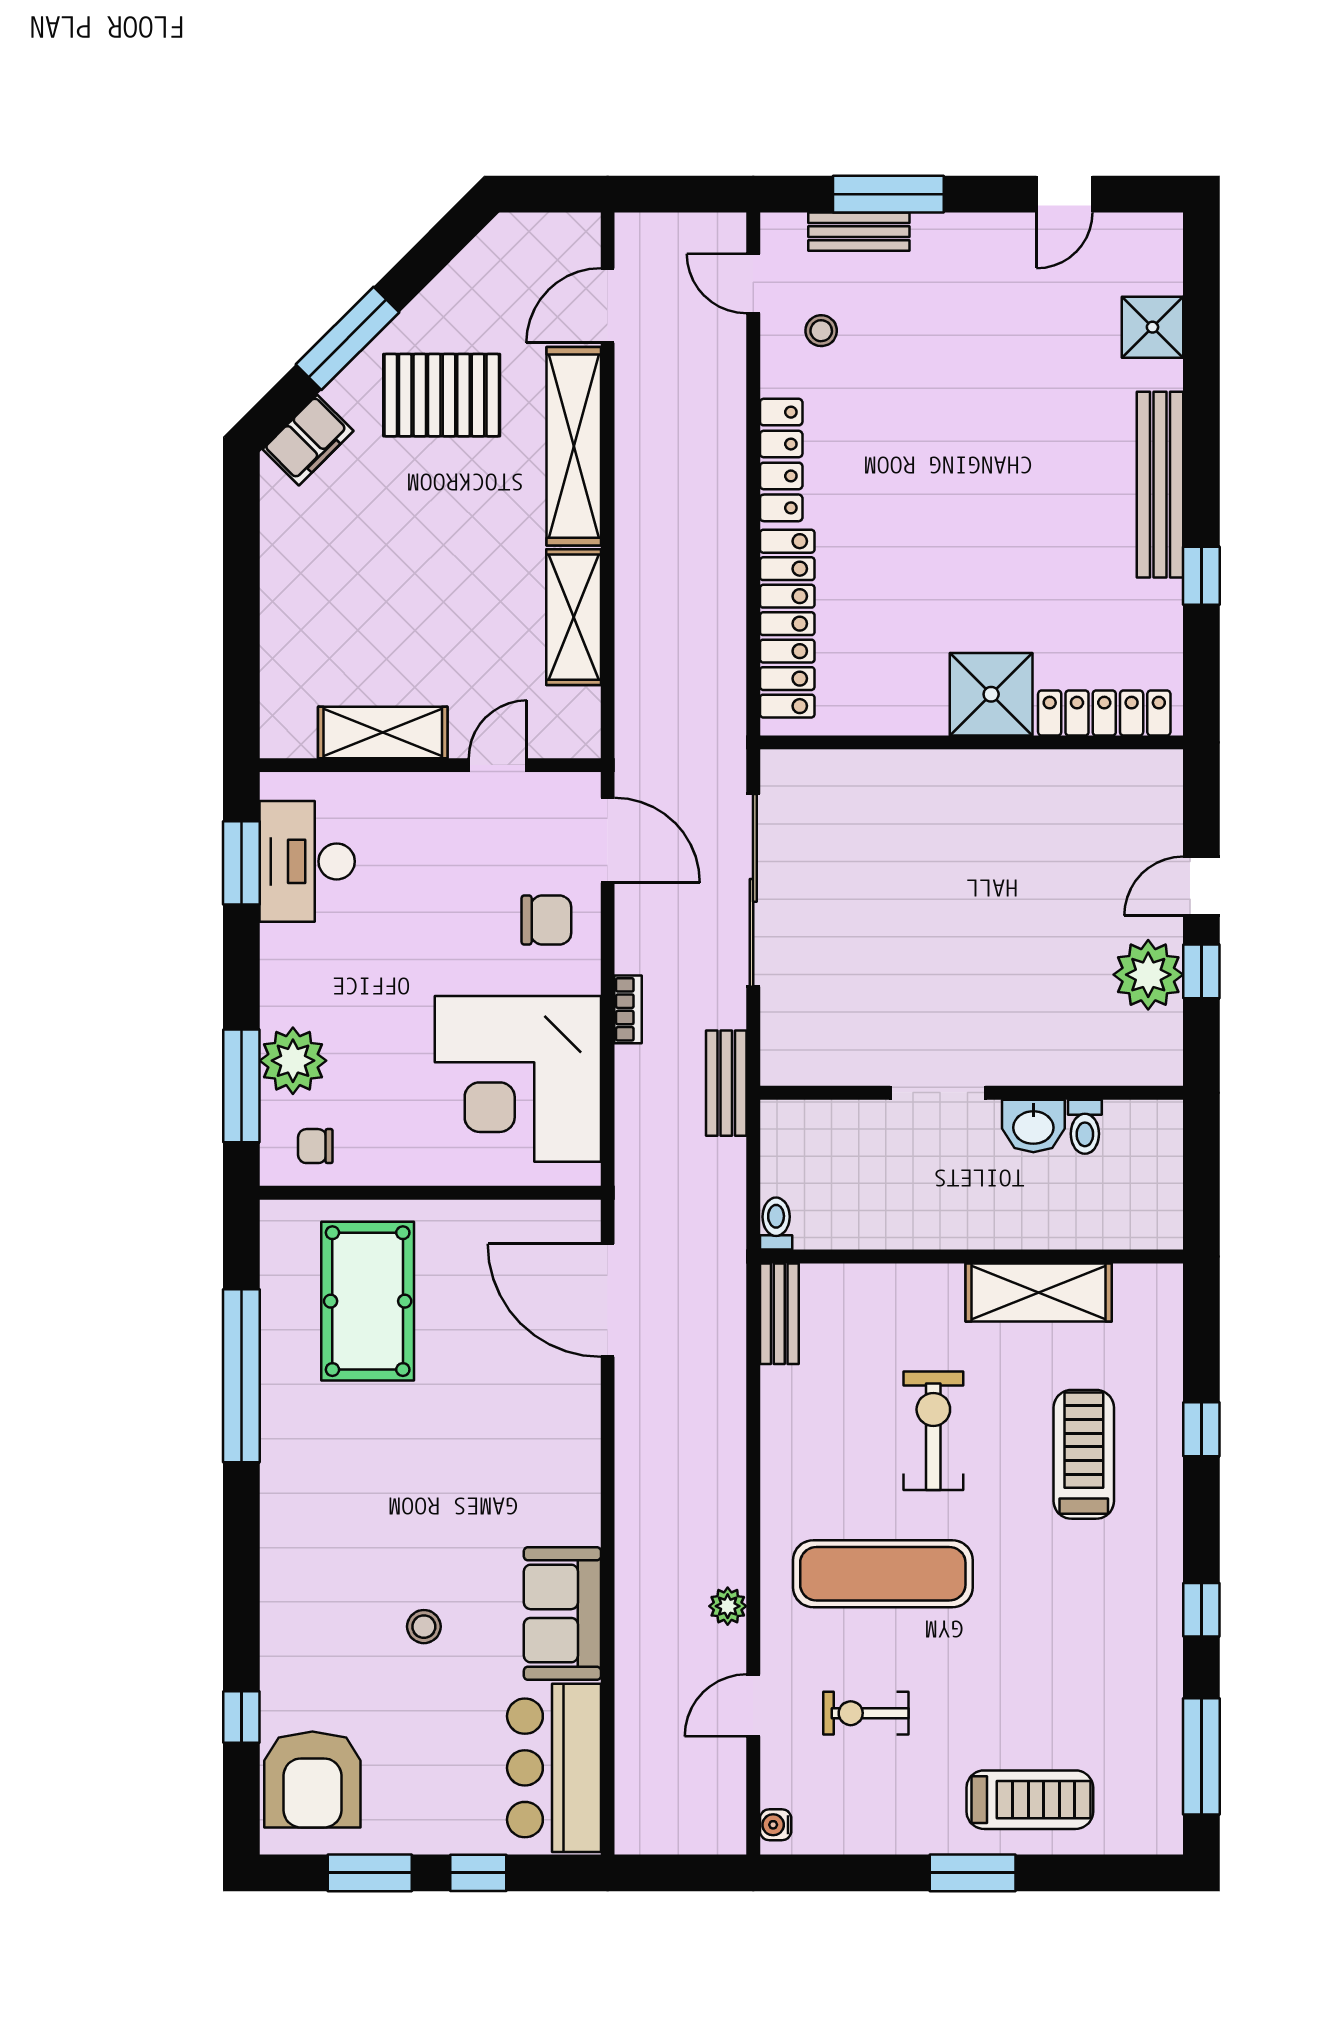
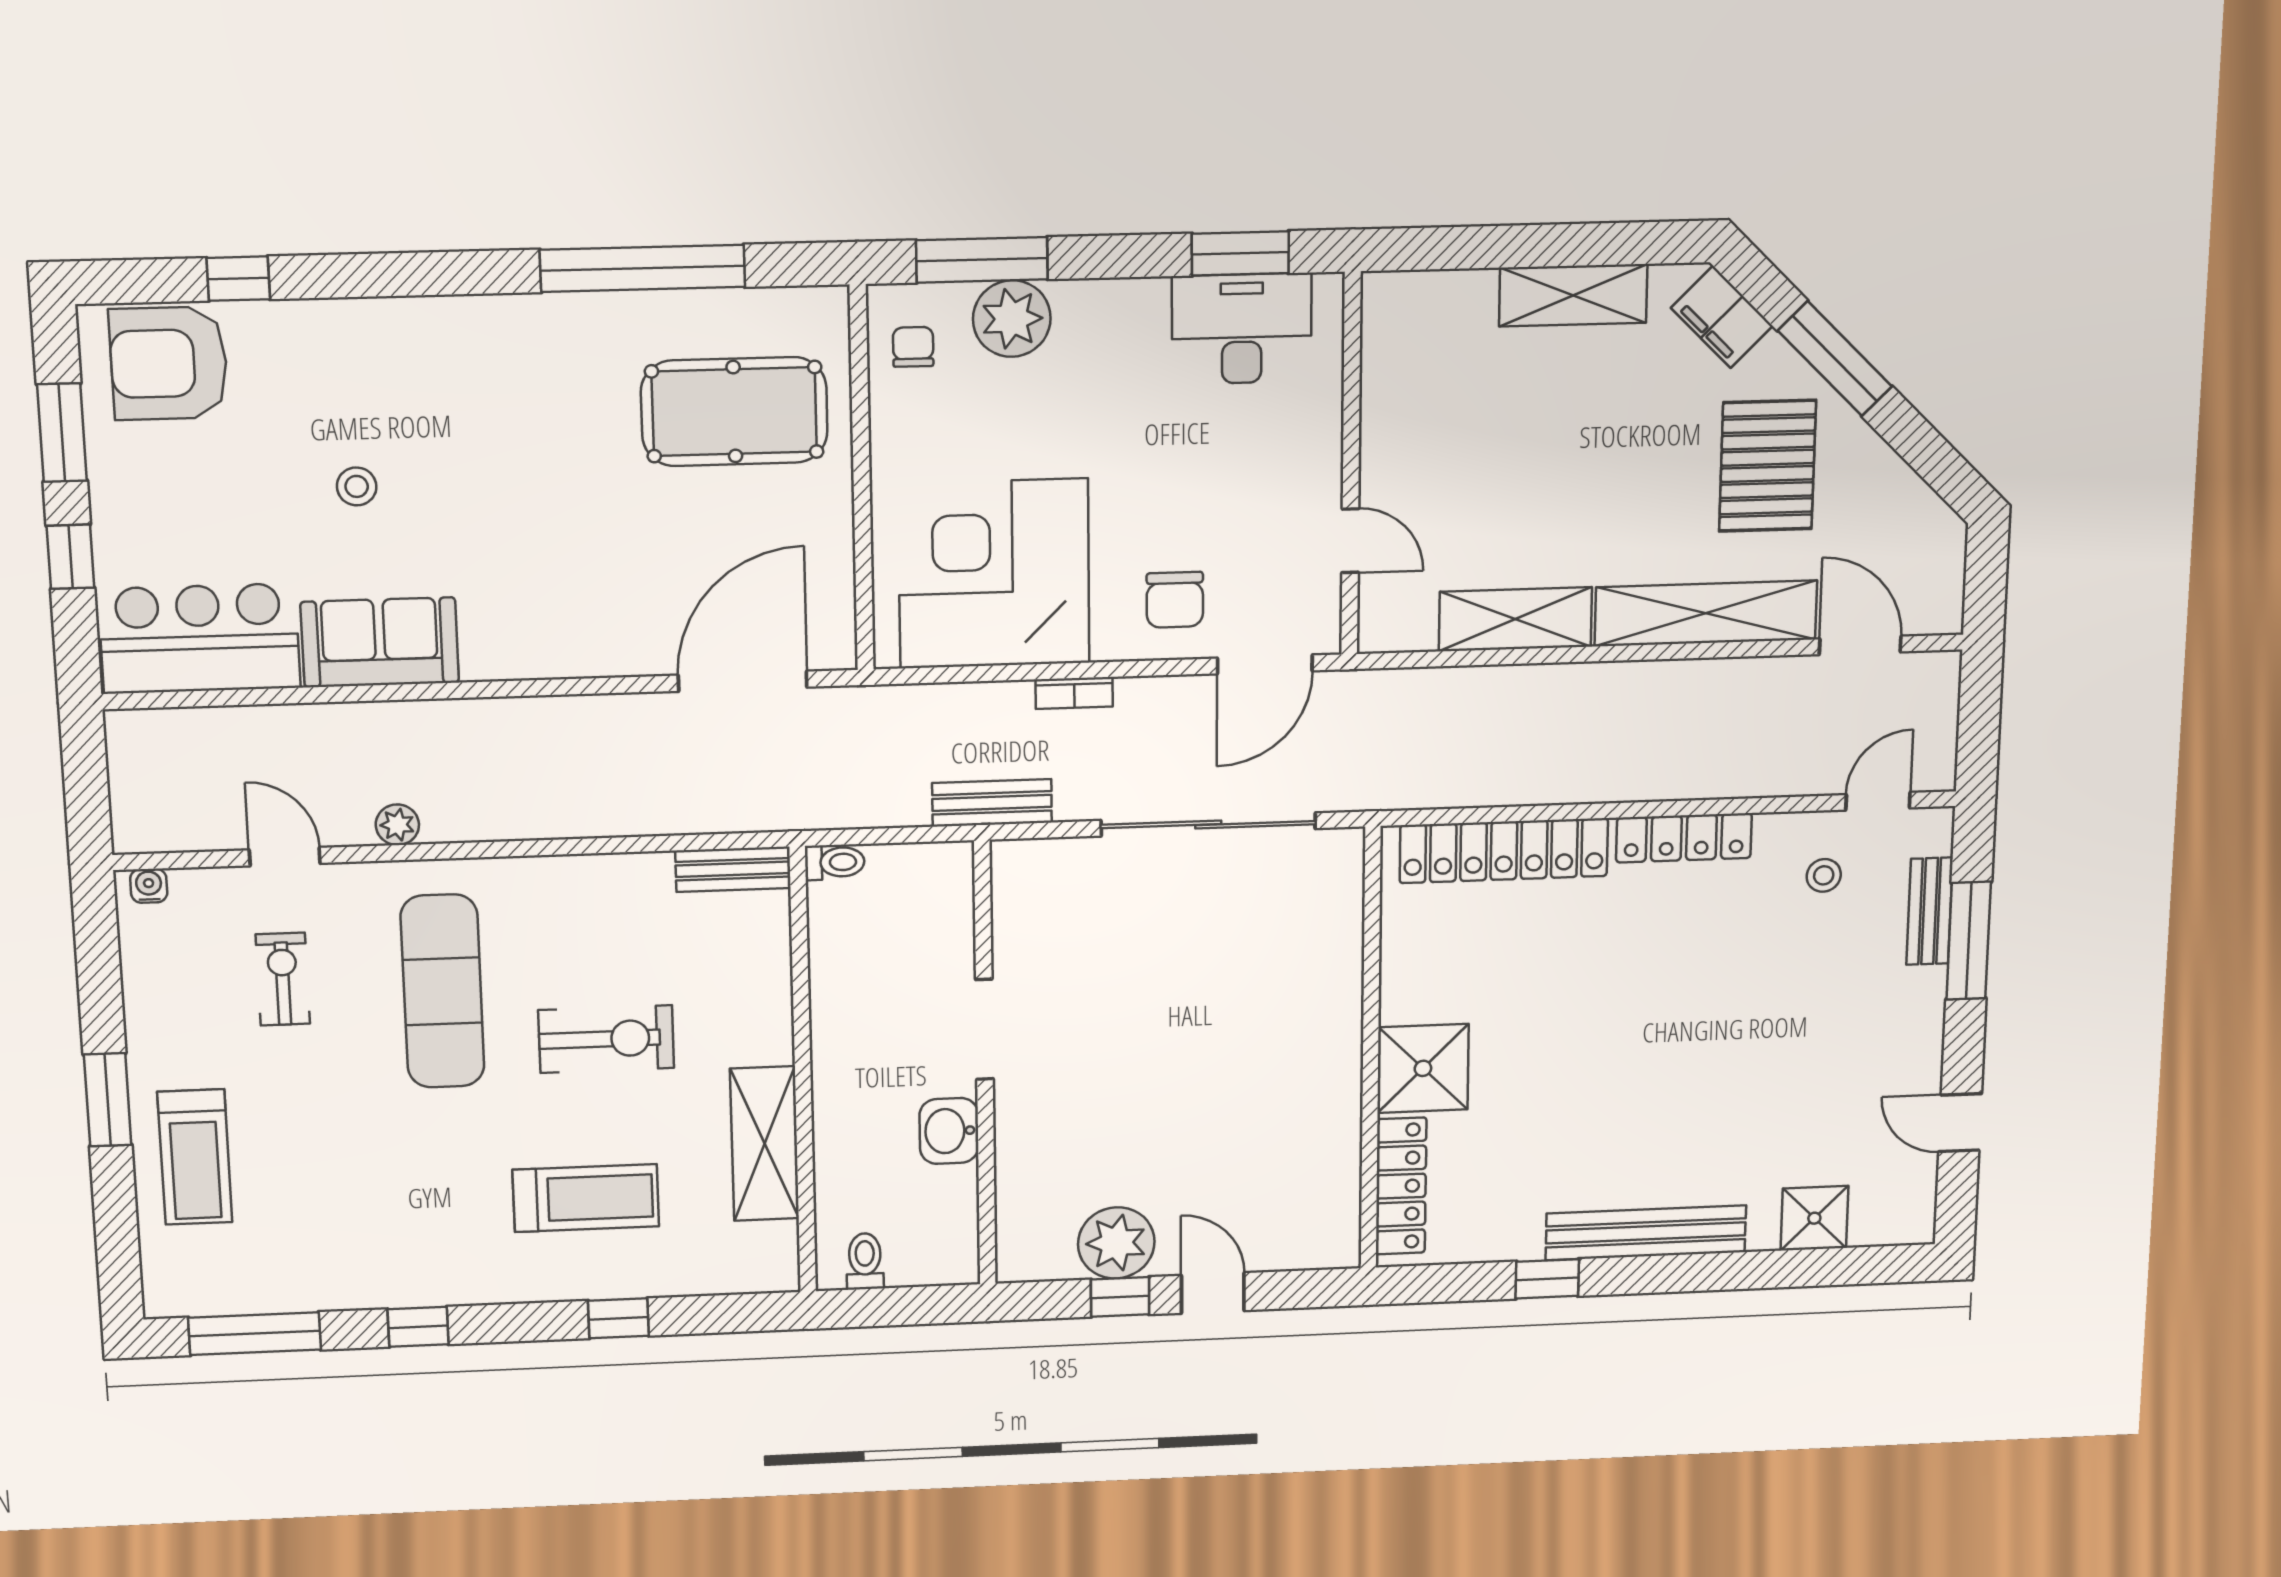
shelving: (383, 732) -> (1573, 295), moved, turned 90
toilet: (1085, 1127) -> (865, 1261), moved, turned 90

